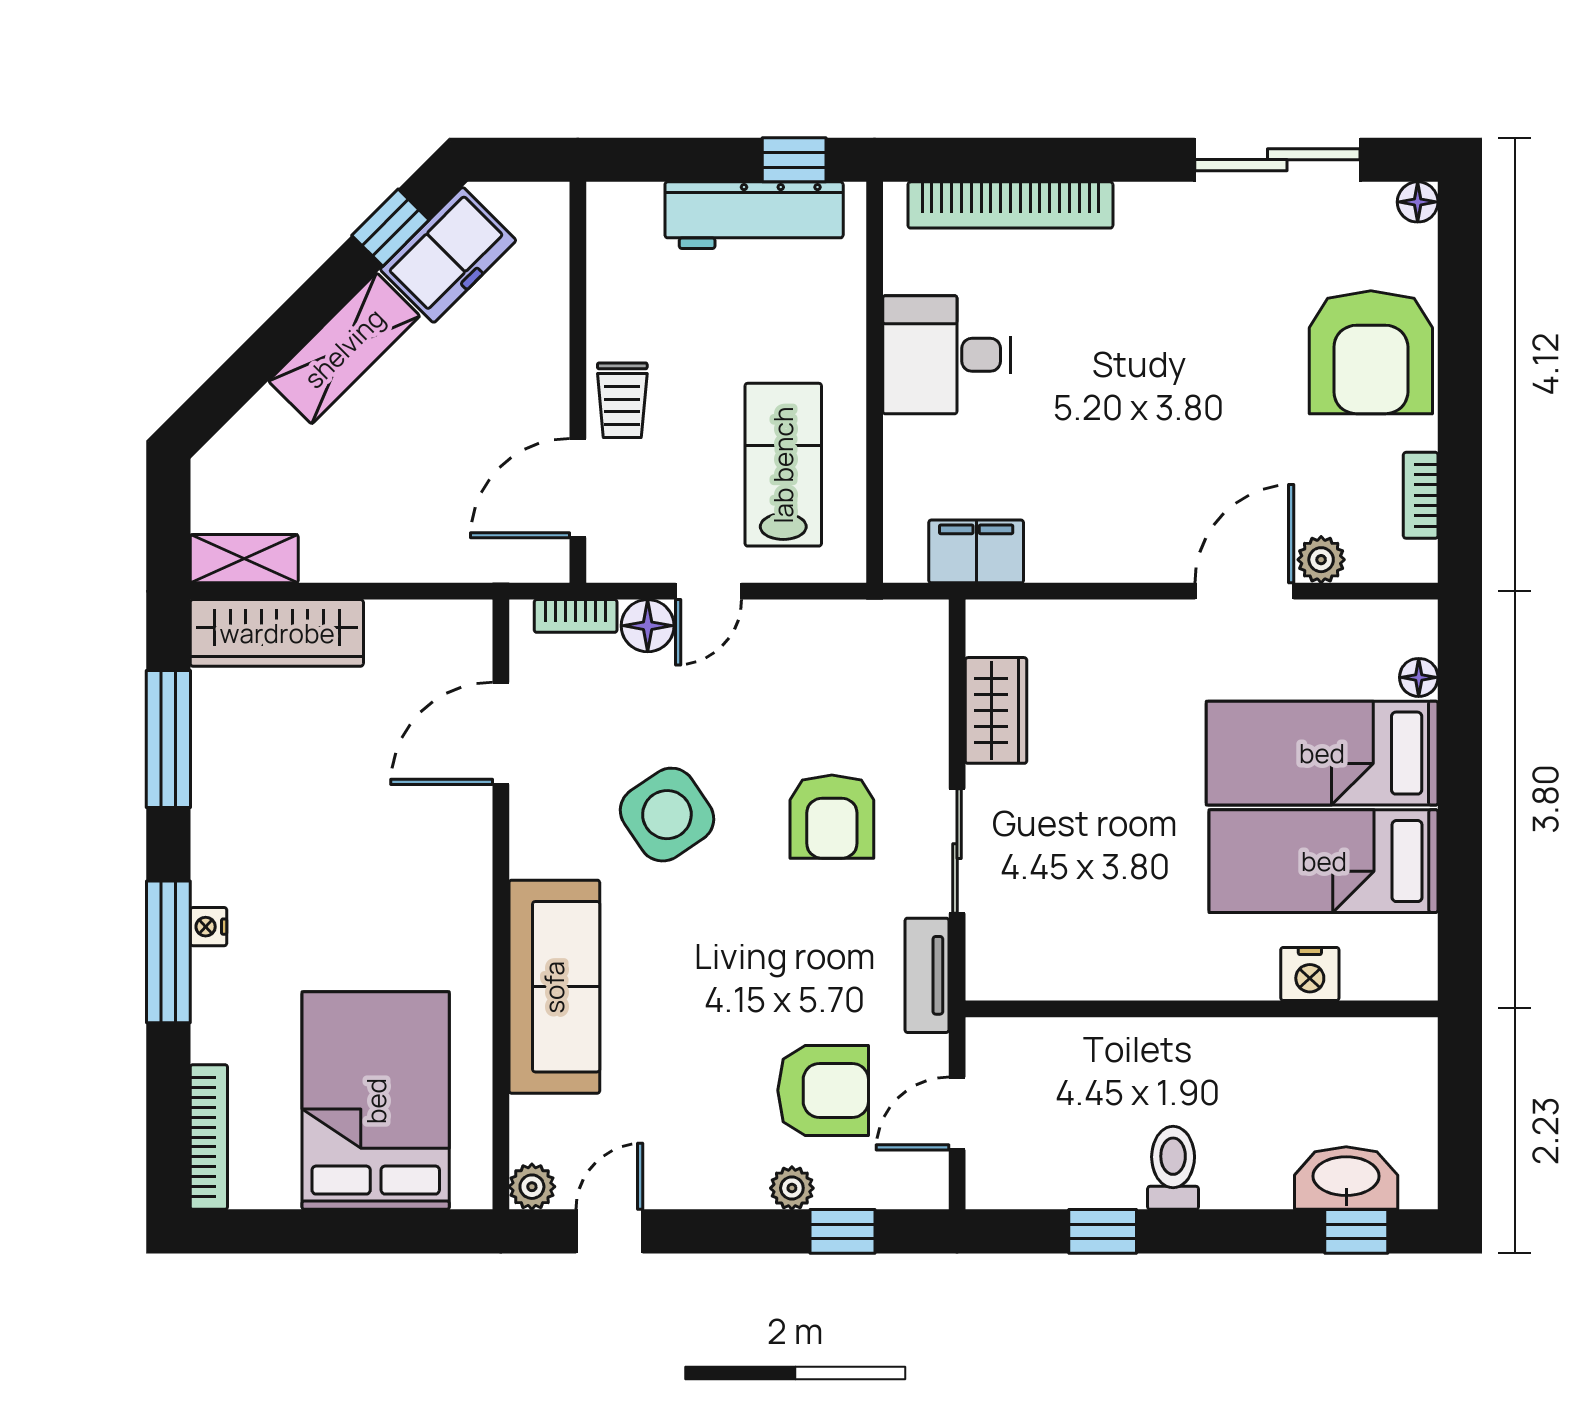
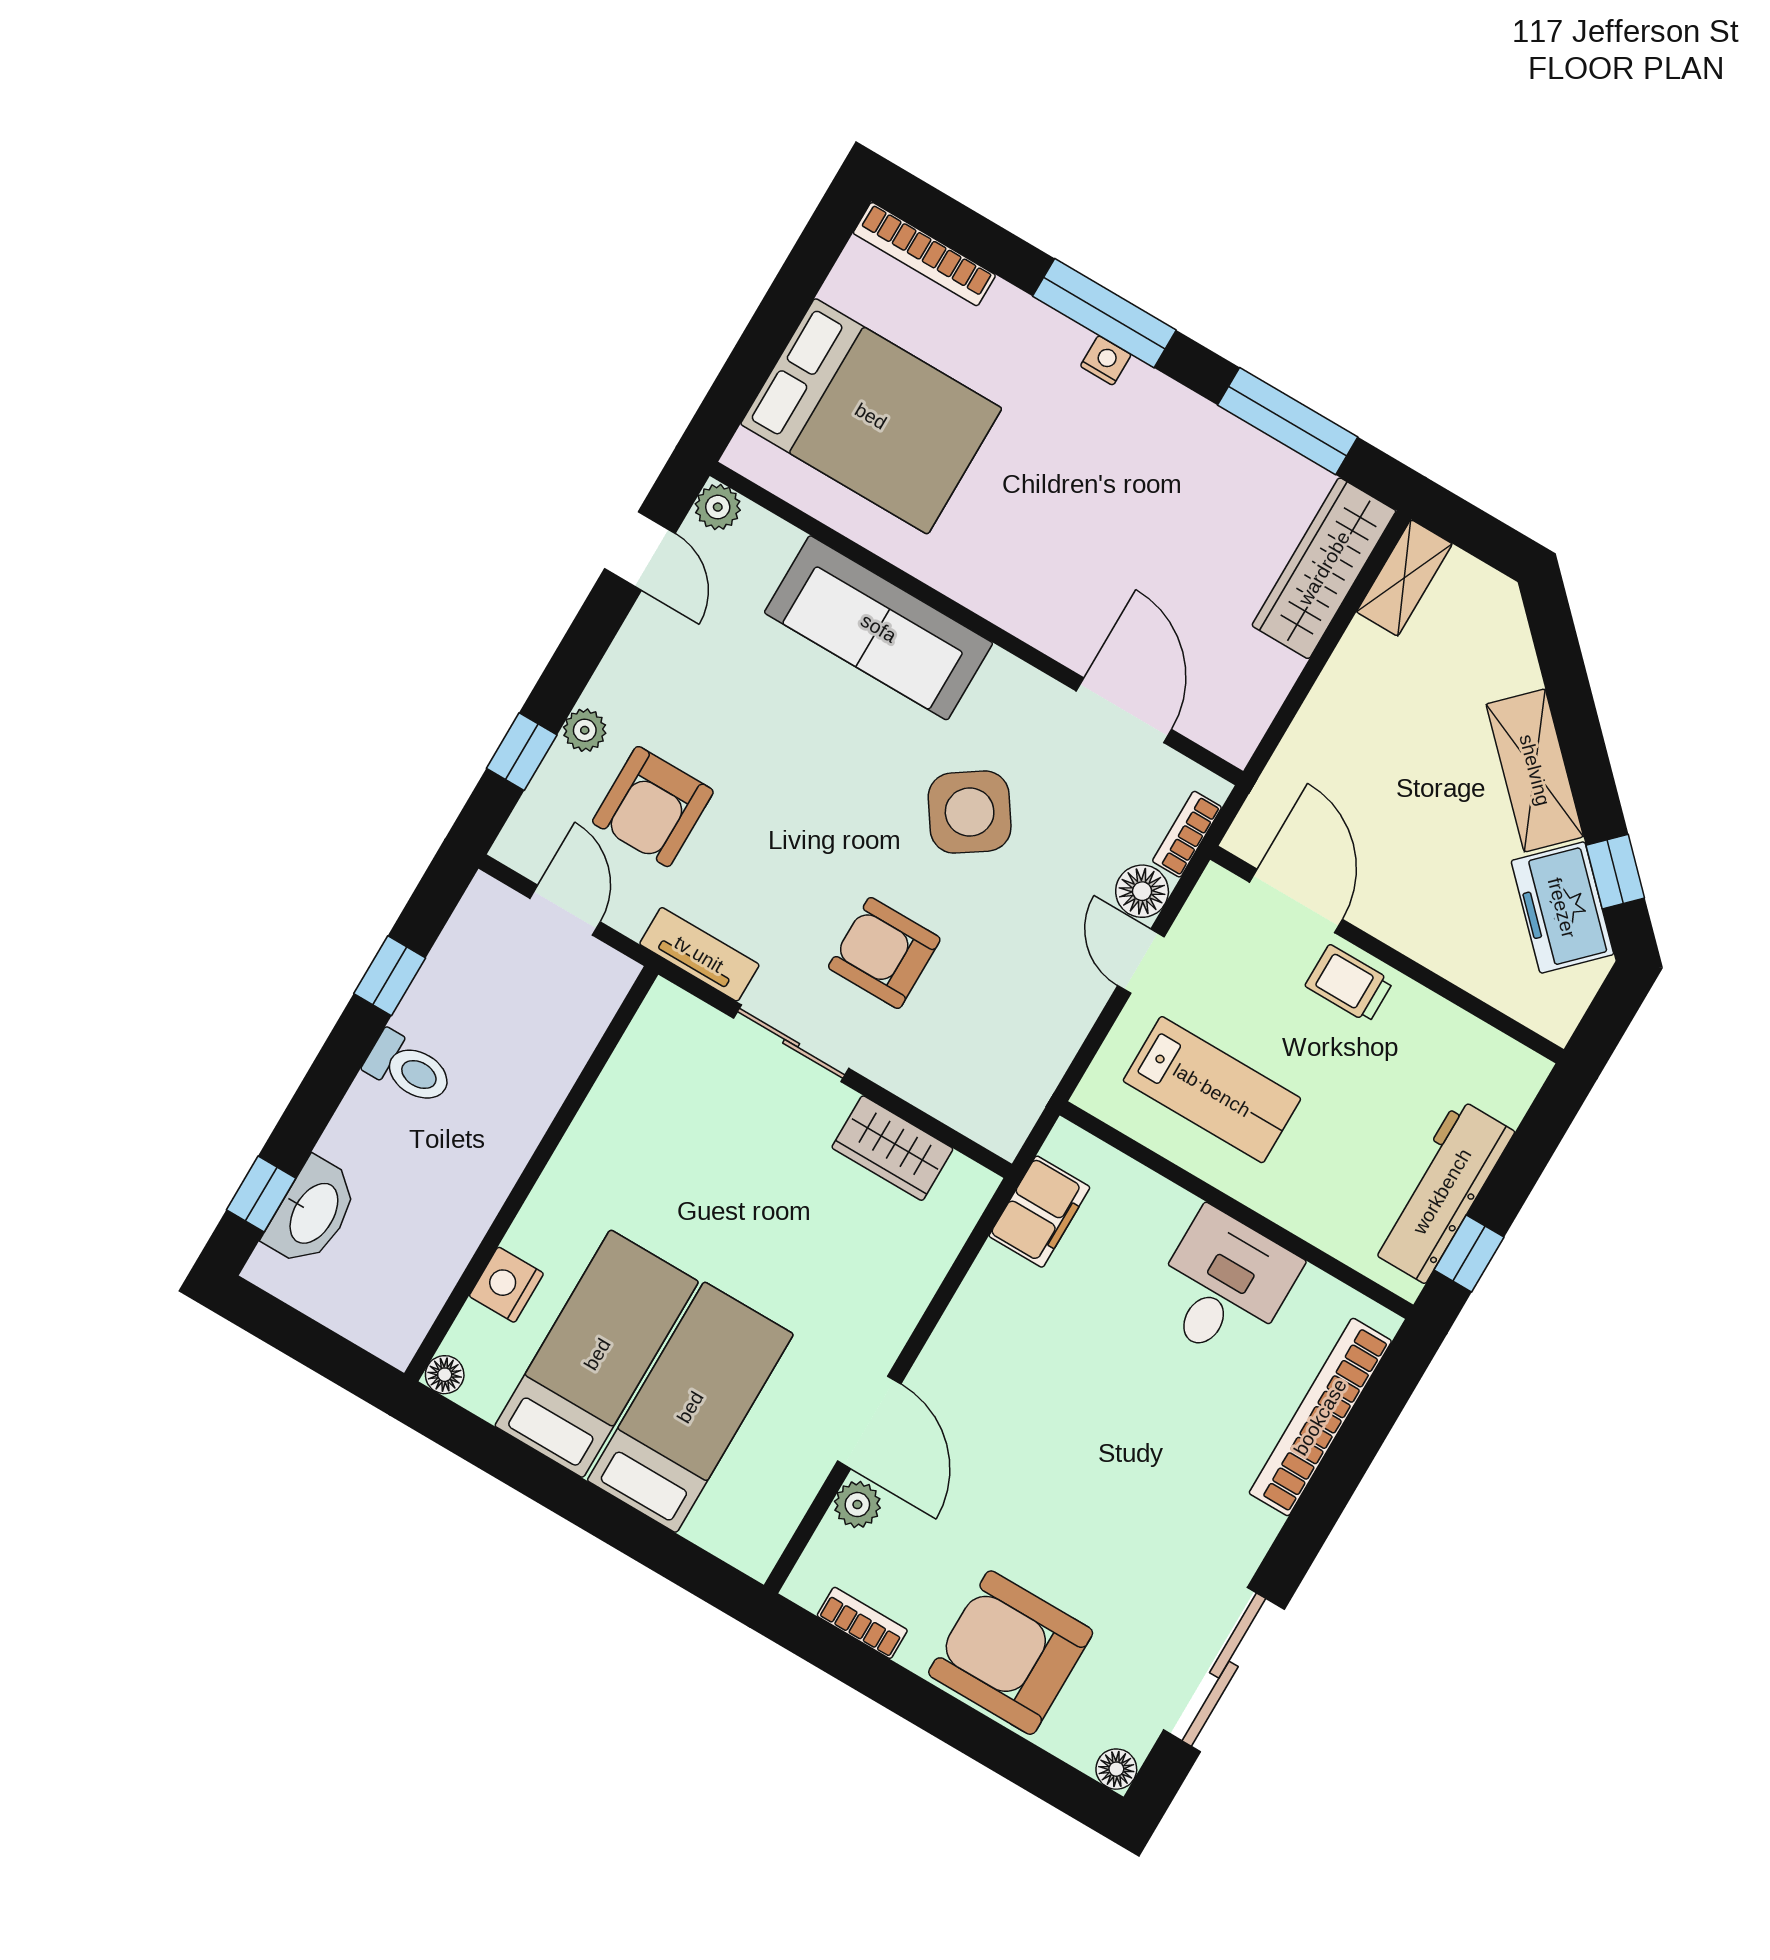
floor lamp: (1419, 677) -> (445, 1375), moved

